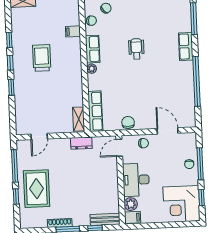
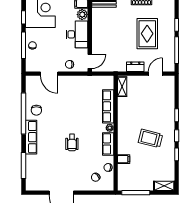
row of seats: (186, 47) -> (31, 137), width x1.48
trolley: (42, 58) -> (150, 138), turned 104
row of seats: (95, 111) -> (108, 106), moved
chair: (128, 122) -> (36, 110), moved
dresser: (81, 143) -> (135, 67), moved
rug: (37, 189) -> (147, 34), moved

